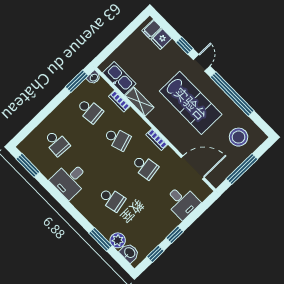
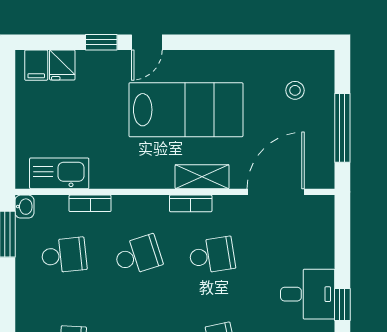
door: (202, 63) -> (147, 42), swing flipped
window: (232, 94) -> (229, 42), removed
shelving: (140, 102) -> (202, 177), moved
stool: (239, 137) -> (295, 90), width x0.53, depth x0.53
desk: (182, 202) -> (308, 294), moved

